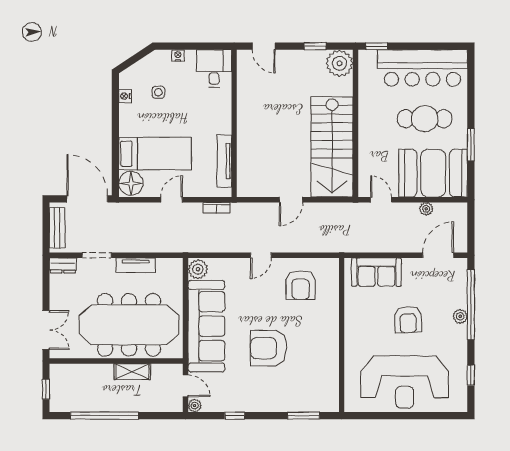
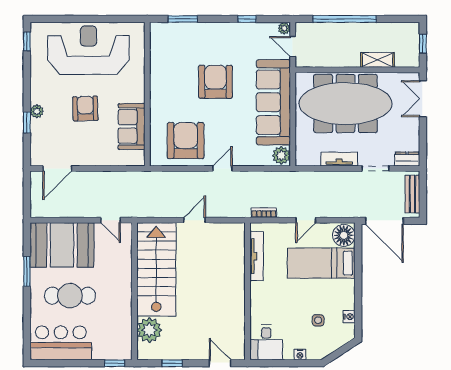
plant: (339, 63) -> (149, 330), moved
bar counter: (422, 68) -> (61, 343), width x0.73
plant: (426, 209) -> (68, 212), removed
sofa: (376, 272) -> (132, 126), moved, turned -90
armchair: (301, 285) -> (186, 141), width x1.36, depth x1.36
window: (471, 304) -> (27, 123), width x0.32
armchair: (268, 348) -> (215, 82), turned -90
shelving: (132, 372) -> (378, 60), moved
window: (471, 375) -> (27, 41), moved
window: (105, 416) -> (345, 19), moved

